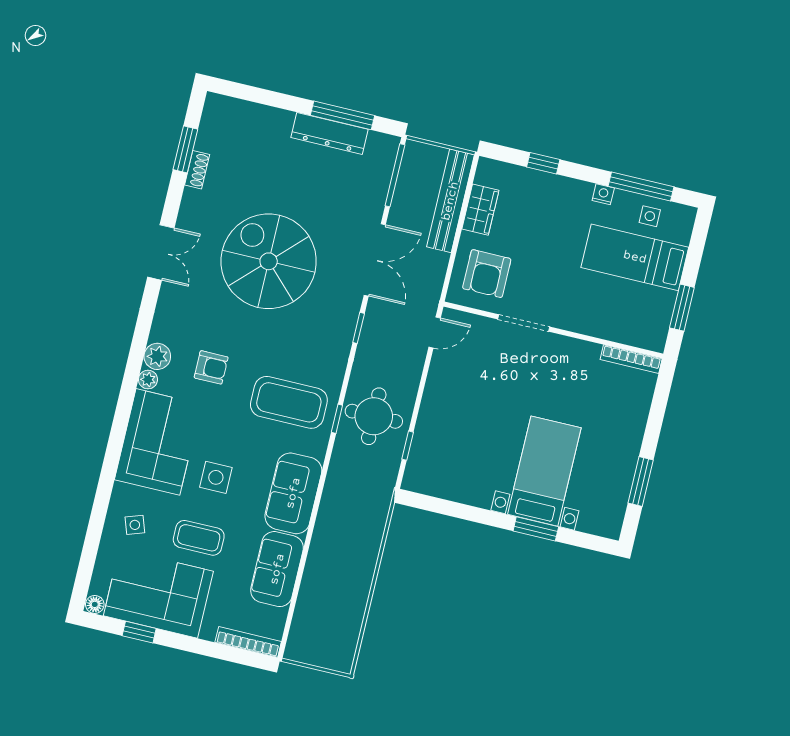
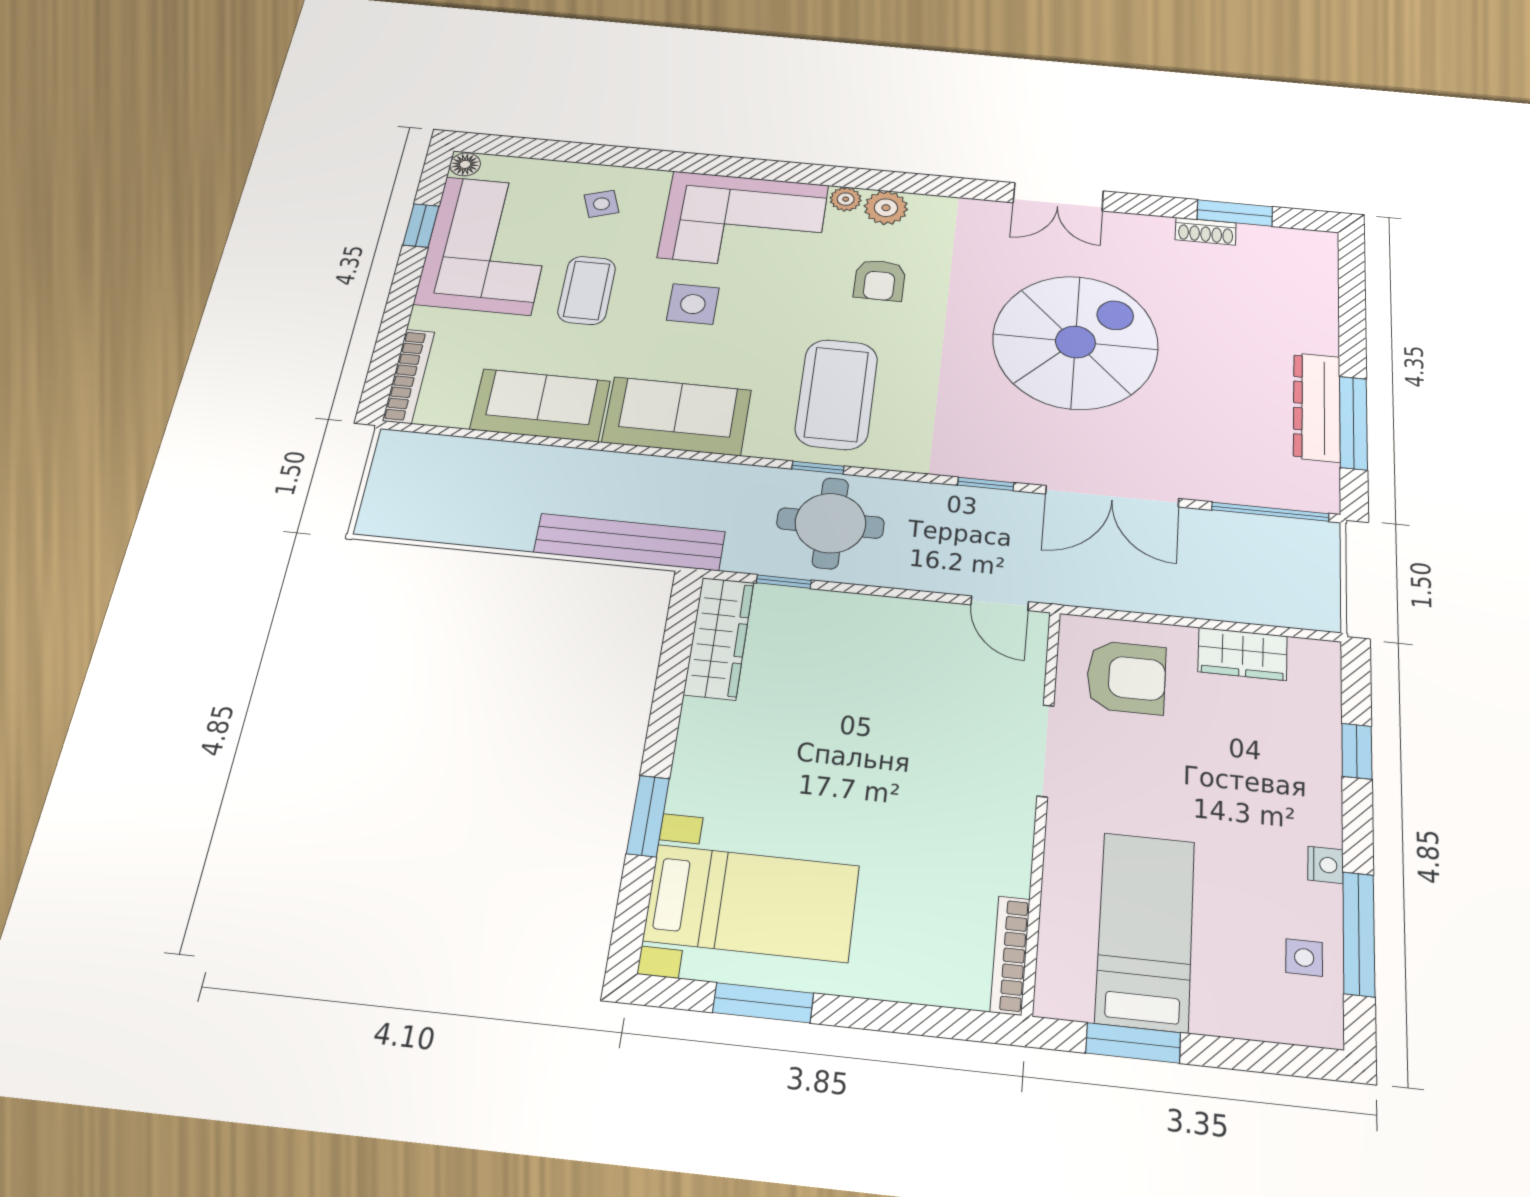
bench: (450, 201) -> (630, 542), moved
bed: (635, 257) -> (1145, 931), moved
armchair: (487, 274) -> (1126, 677), turned 180
bed with nightstands: (544, 471) -> (752, 903), moved
wardrobe: (438, 484) -> (719, 638), added

